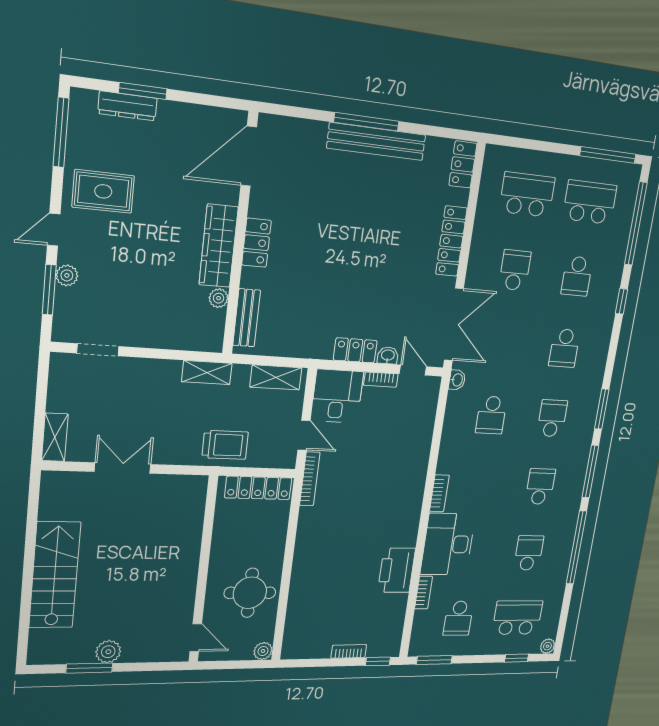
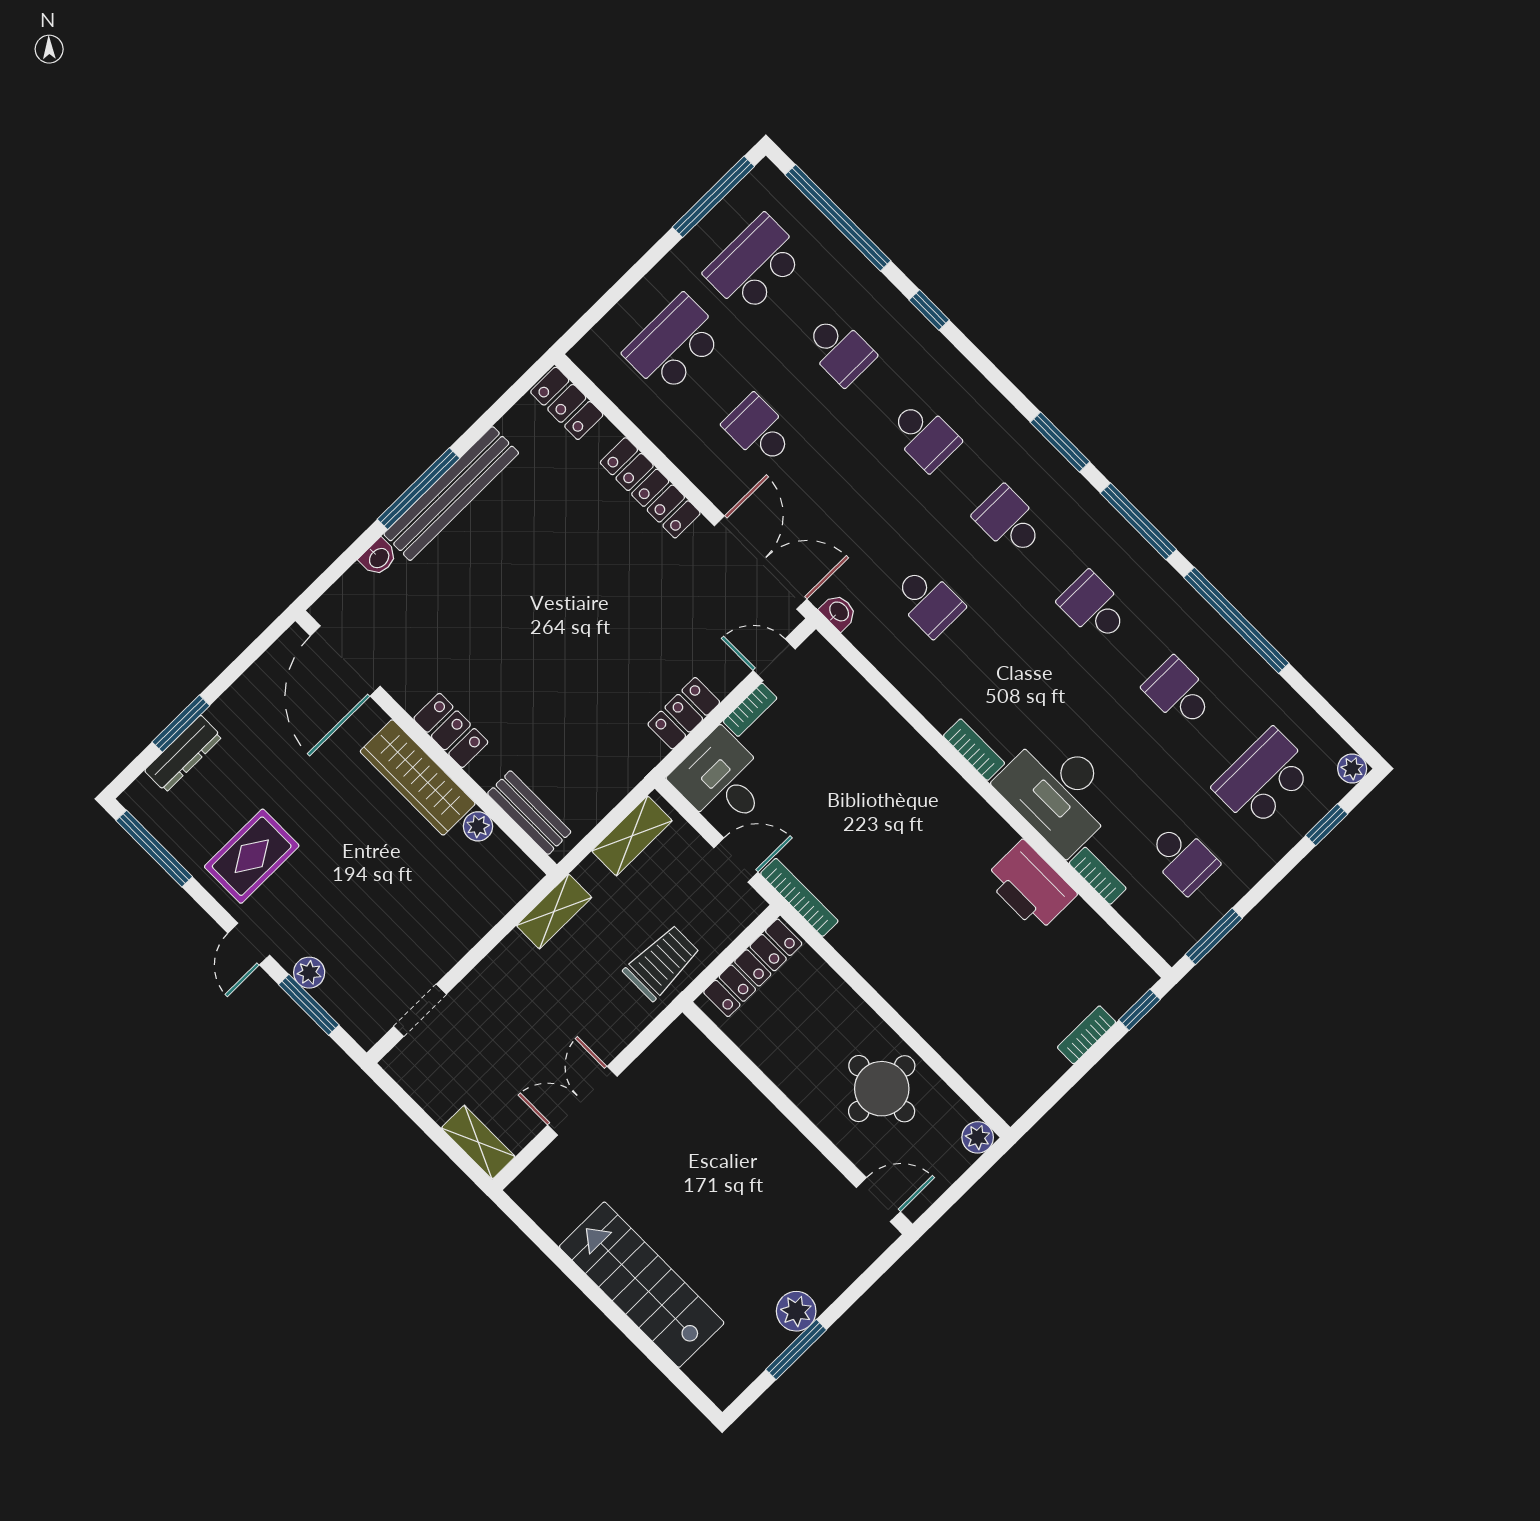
washbasin: (388, 355) -> (379, 557), moved, turned 180

